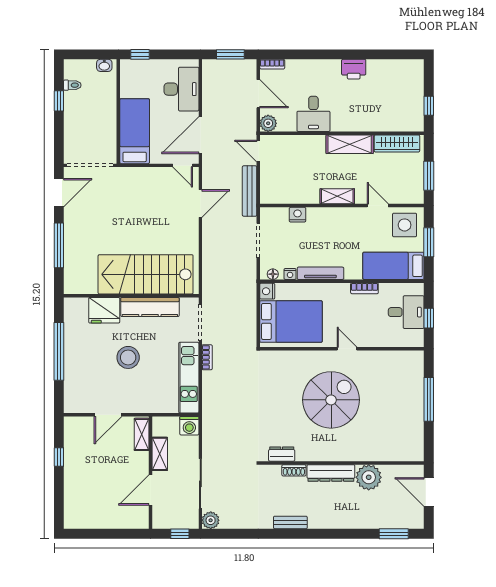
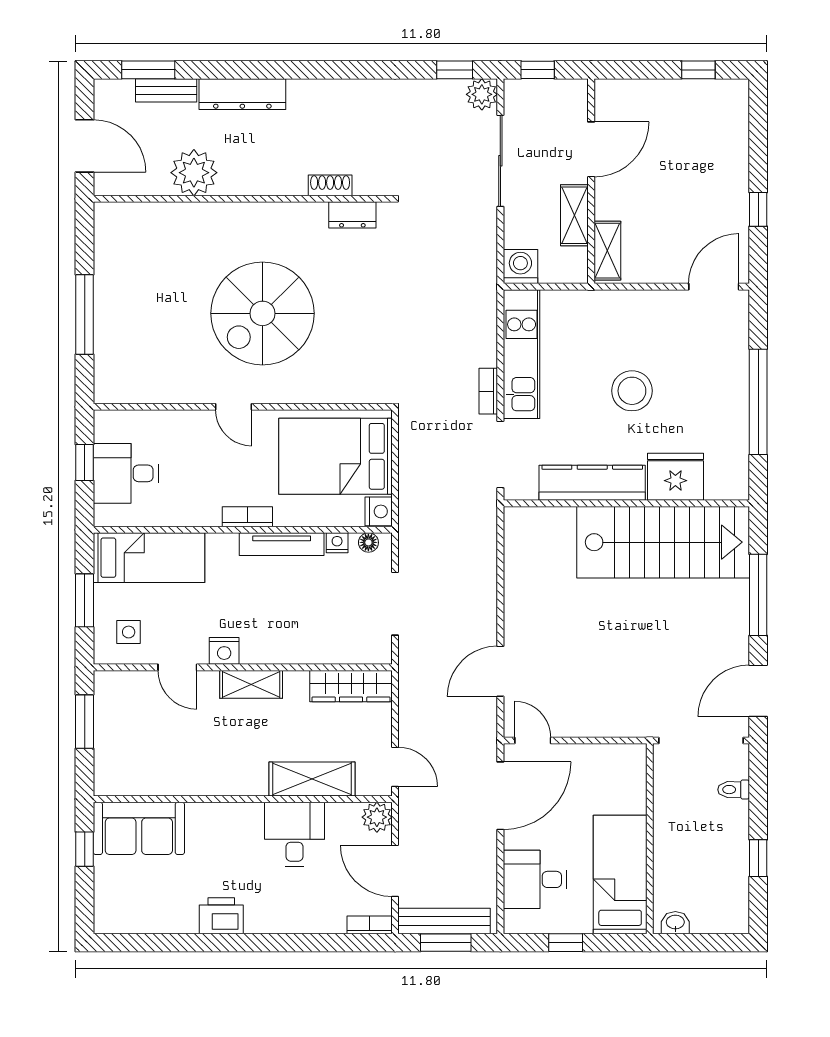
window: (140, 54) -> (566, 943), moved
toilet: (72, 85) -> (734, 790), moved
desk: (181, 89) -> (535, 879), width x0.73
sofa: (399, 117) -> (139, 828), added
bed: (135, 131) -> (620, 874), moved, turned 180
shelving: (350, 144) -> (312, 779), moved
wardrobe: (397, 144) -> (351, 686), moved, turned 180
bench: (250, 191) -> (444, 921), moved, turned 90
nightstand: (298, 215) -> (224, 651), moved
side table: (405, 225) -> (129, 632), width x0.54, depth x0.54
stairs: (146, 274) -> (663, 542), moved
bookcase: (364, 288) -> (247, 517), moved
door: (108, 415) -> (714, 287), moved
dresser: (331, 473) -> (242, 94), moved, turned 180
bench: (290, 522) -> (166, 90), moved
window: (92, 534) -> (698, 70), added
window: (226, 534) -> (455, 70), added

